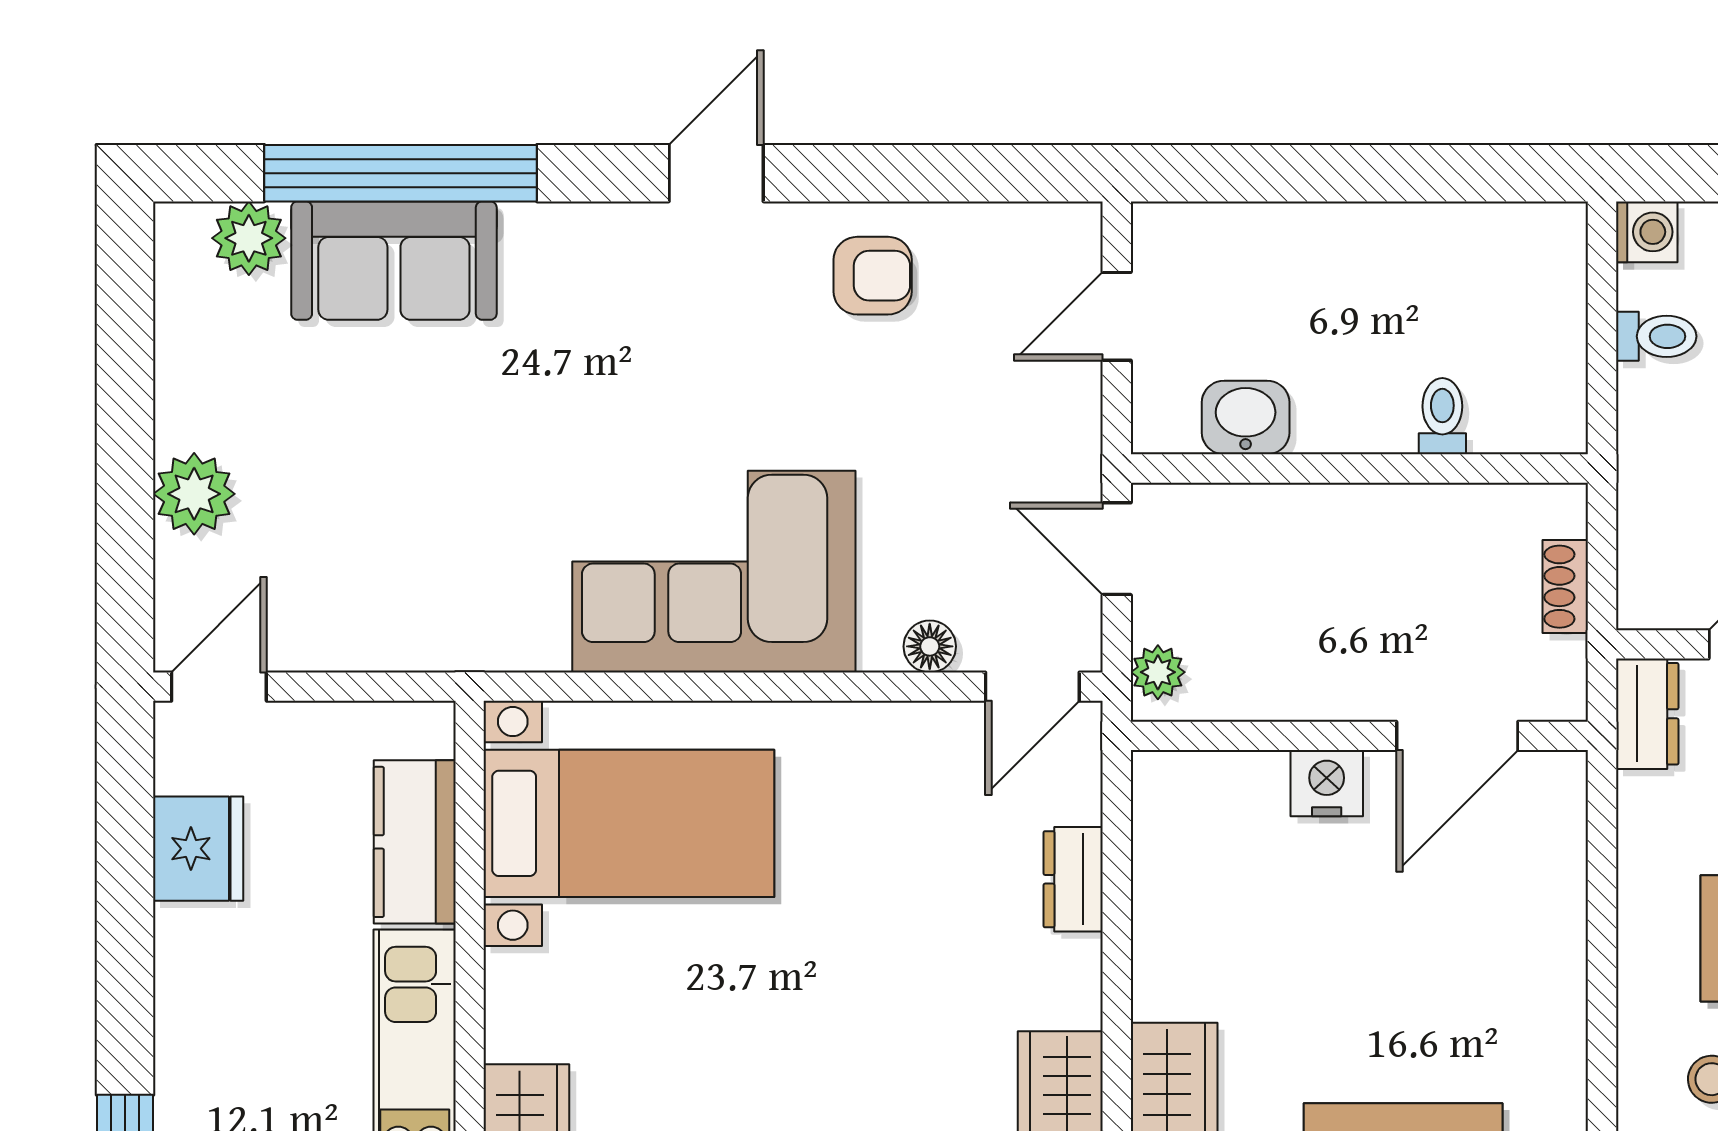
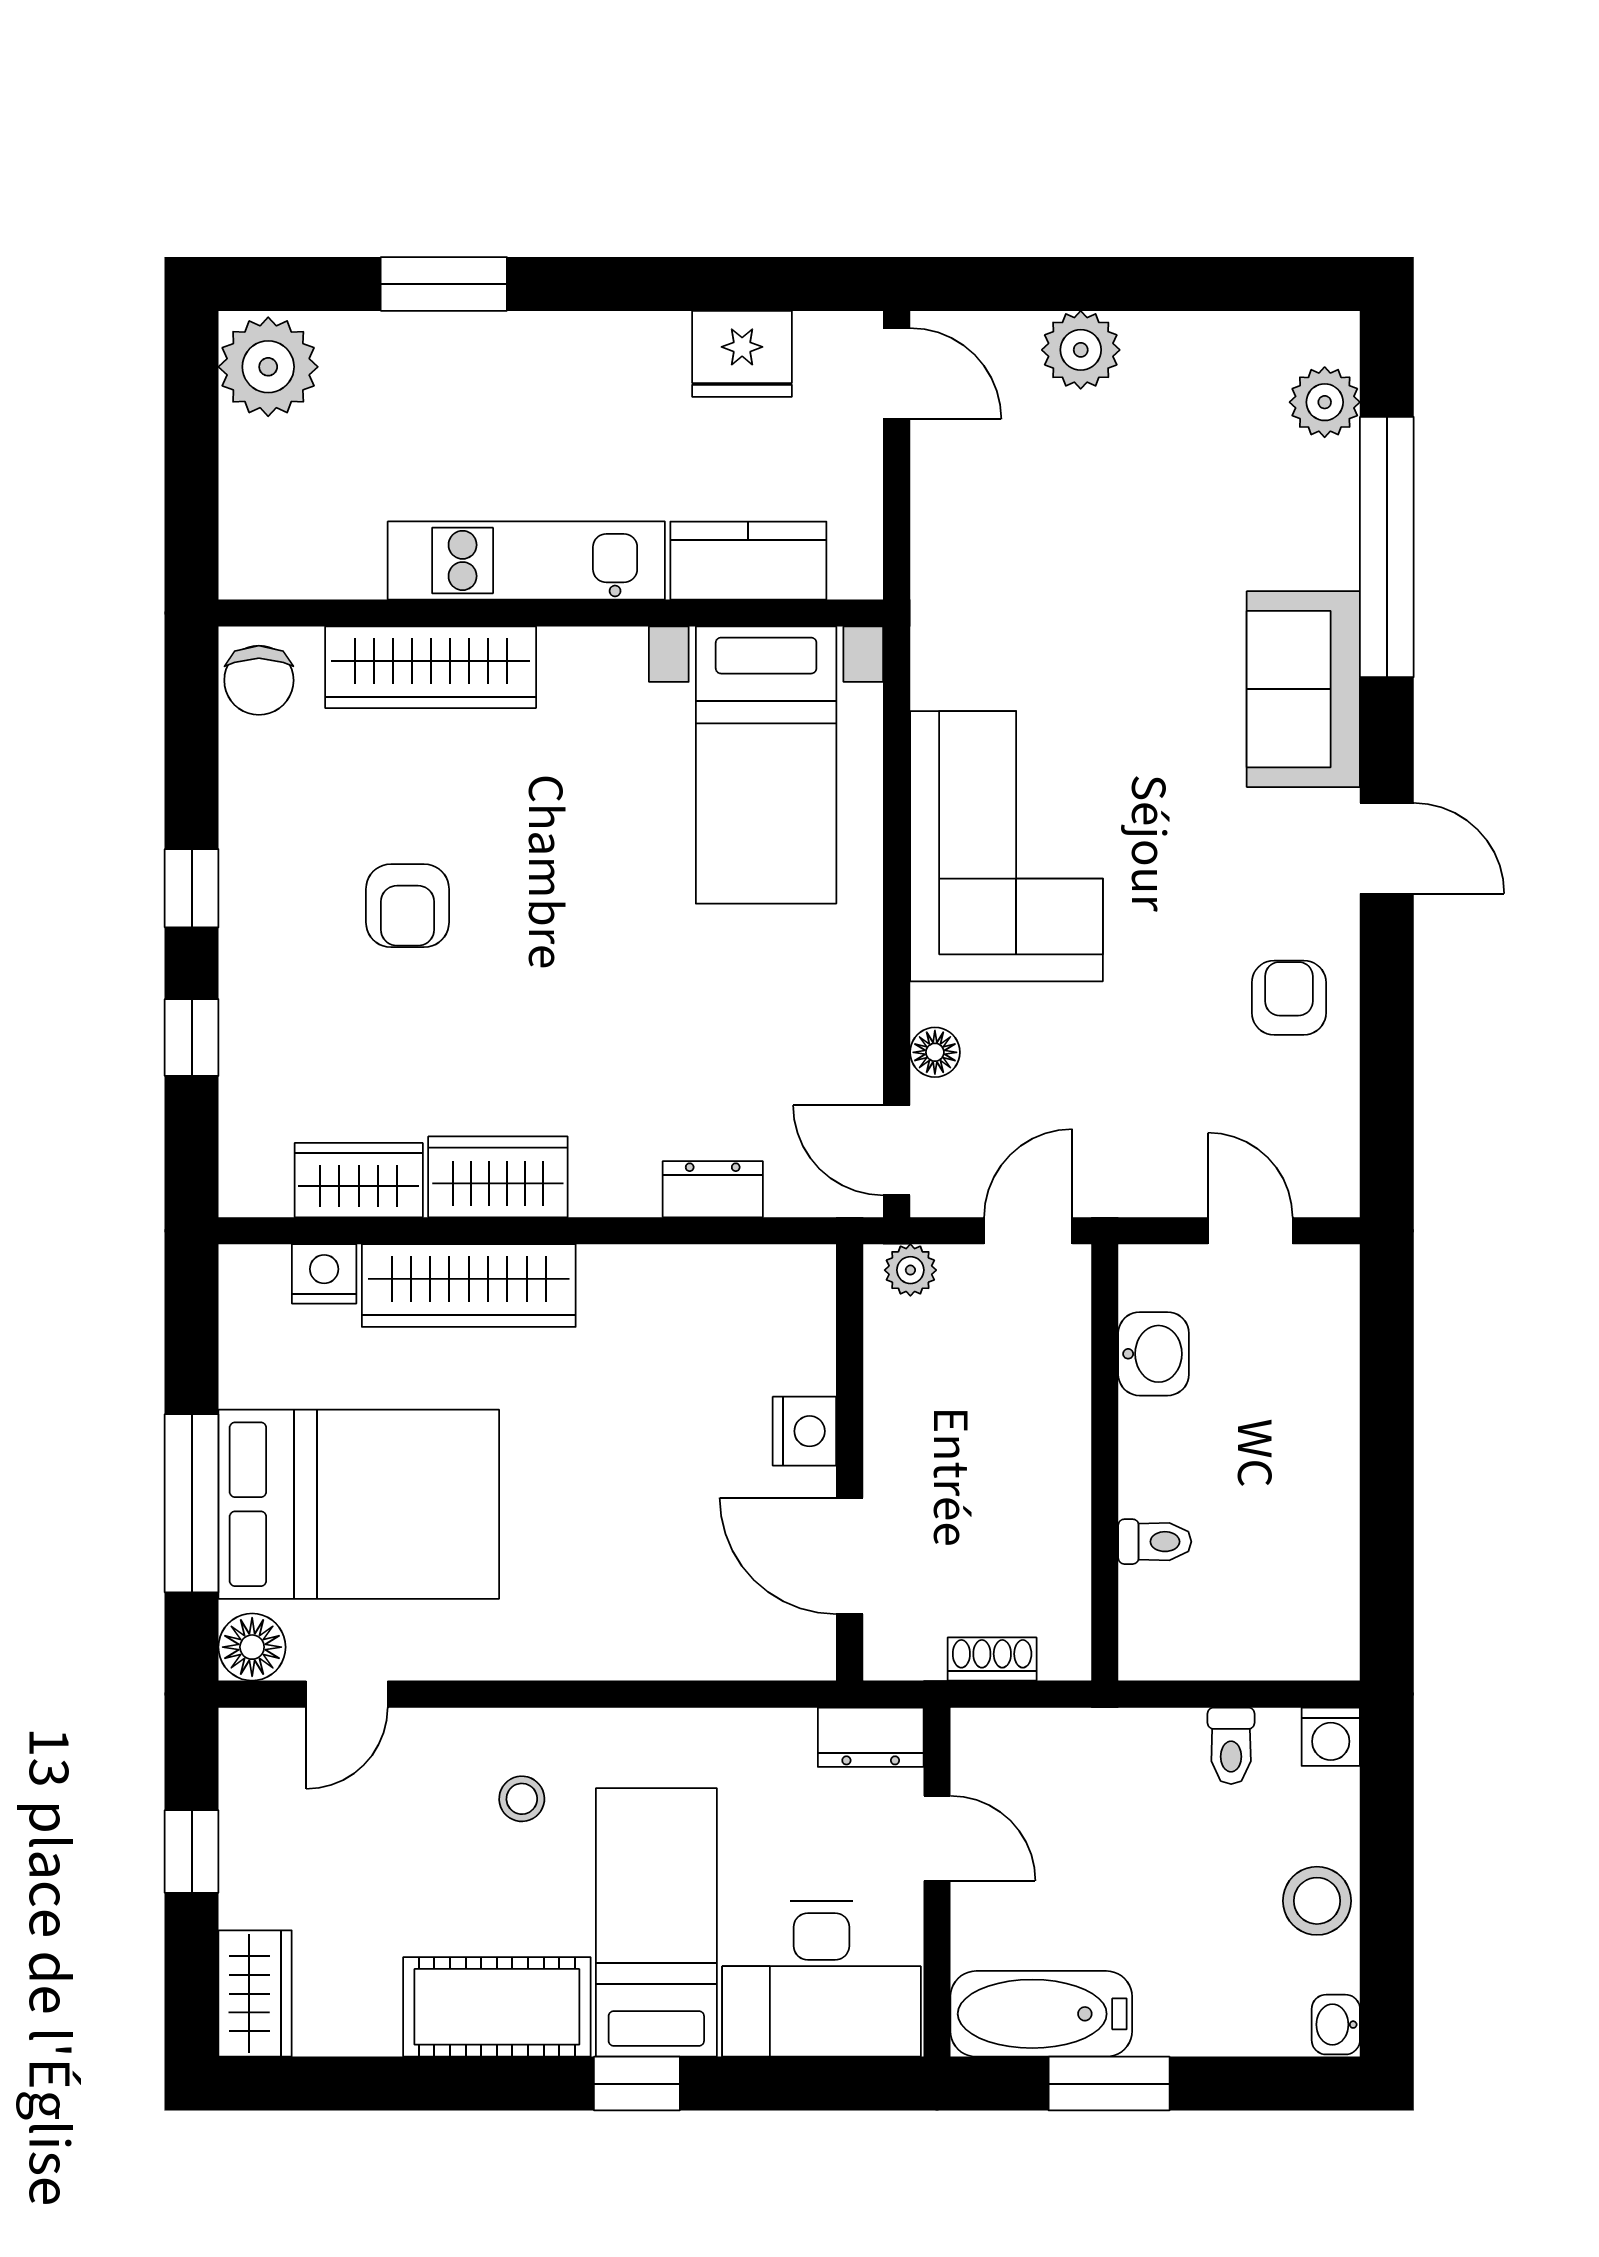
sofa: (394, 261) -> (1303, 689), moved
armchair: (873, 276) -> (1289, 998), turned 180

